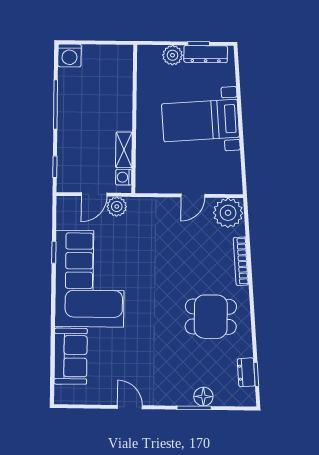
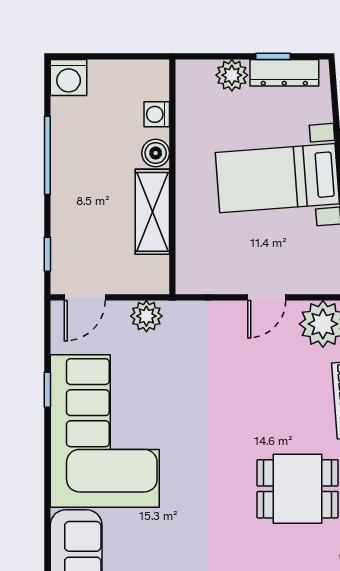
boiler: (124, 104) -> (156, 153), added
shelving: (124, 150) -> (152, 212), width x1.50, depth x1.33
washing machine: (124, 177) -> (157, 114), moved
door: (94, 194) -> (85, 297), moved

